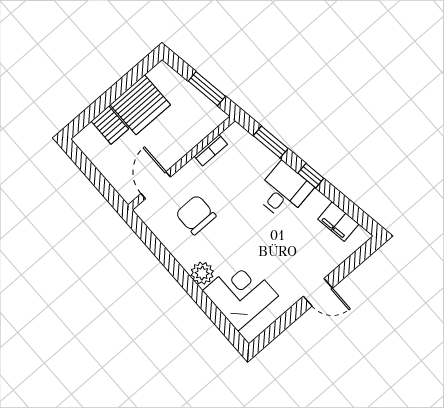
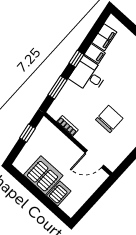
window: (207, 89) -> (28, 133), width x0.67
filing cabinet: (315, 204) -> (95, 54), added
chair: (196, 215) -> (109, 119), moved, turned 180

